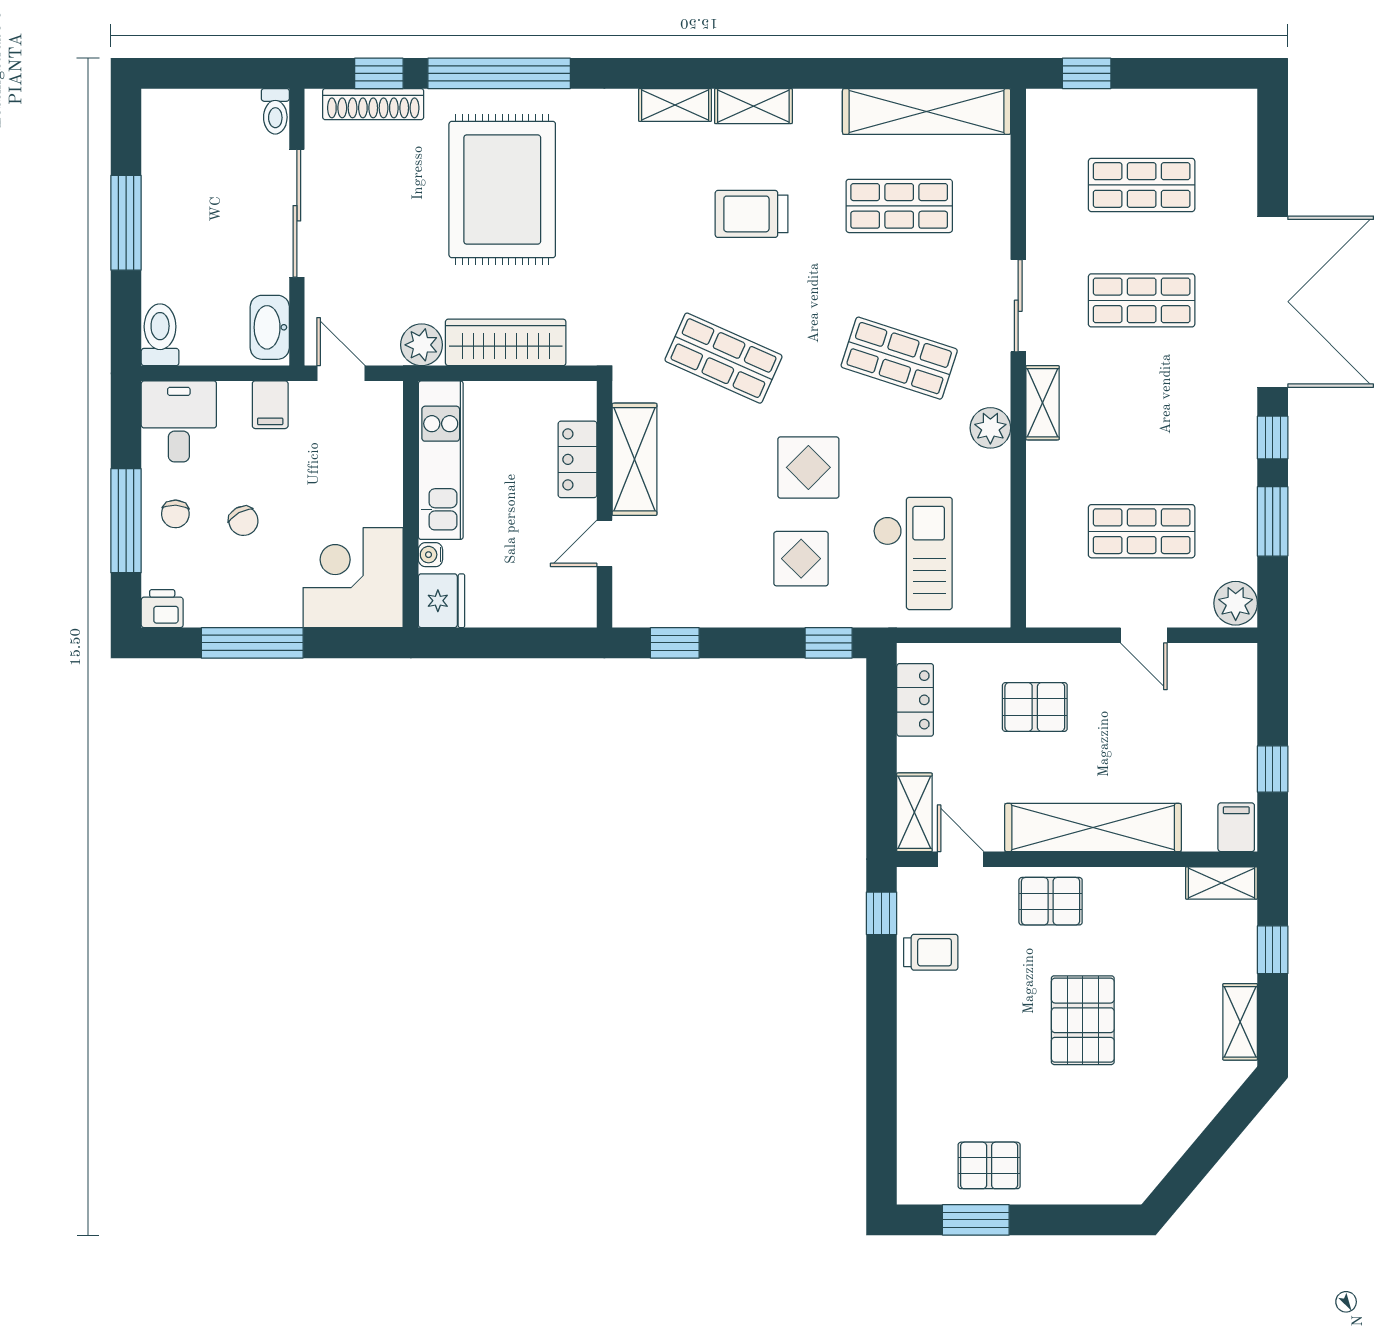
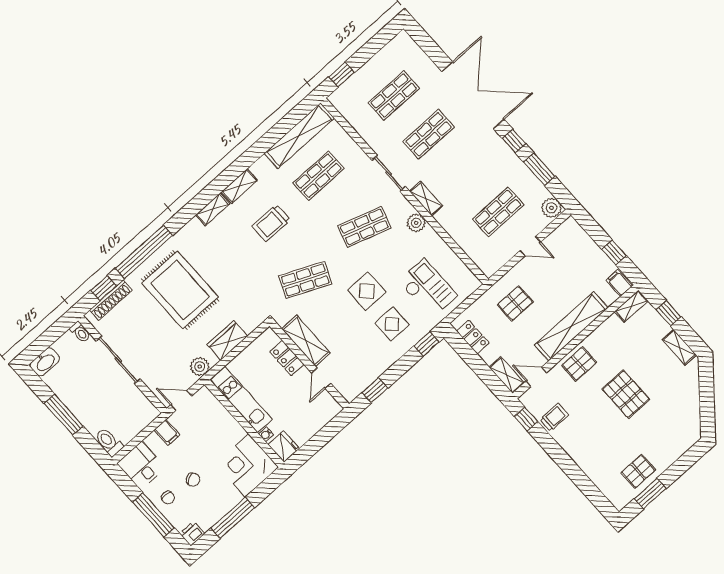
washbasin: (270, 327) -> (45, 362), moved, turned -90
wardrobe: (506, 342) -> (227, 340), width x0.67

